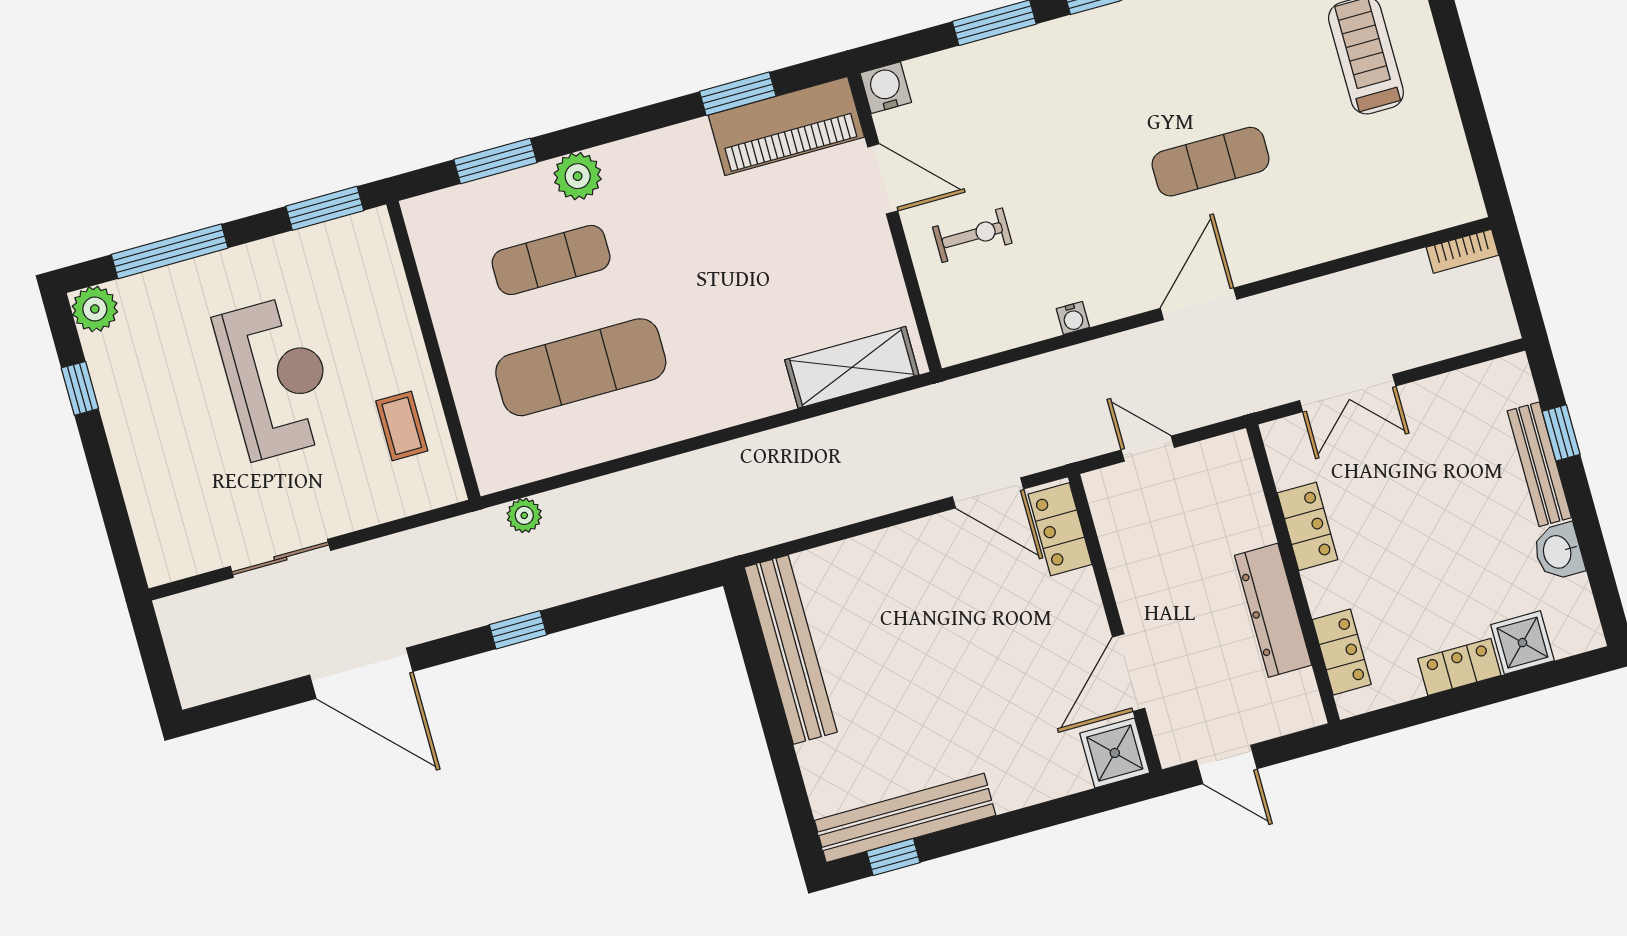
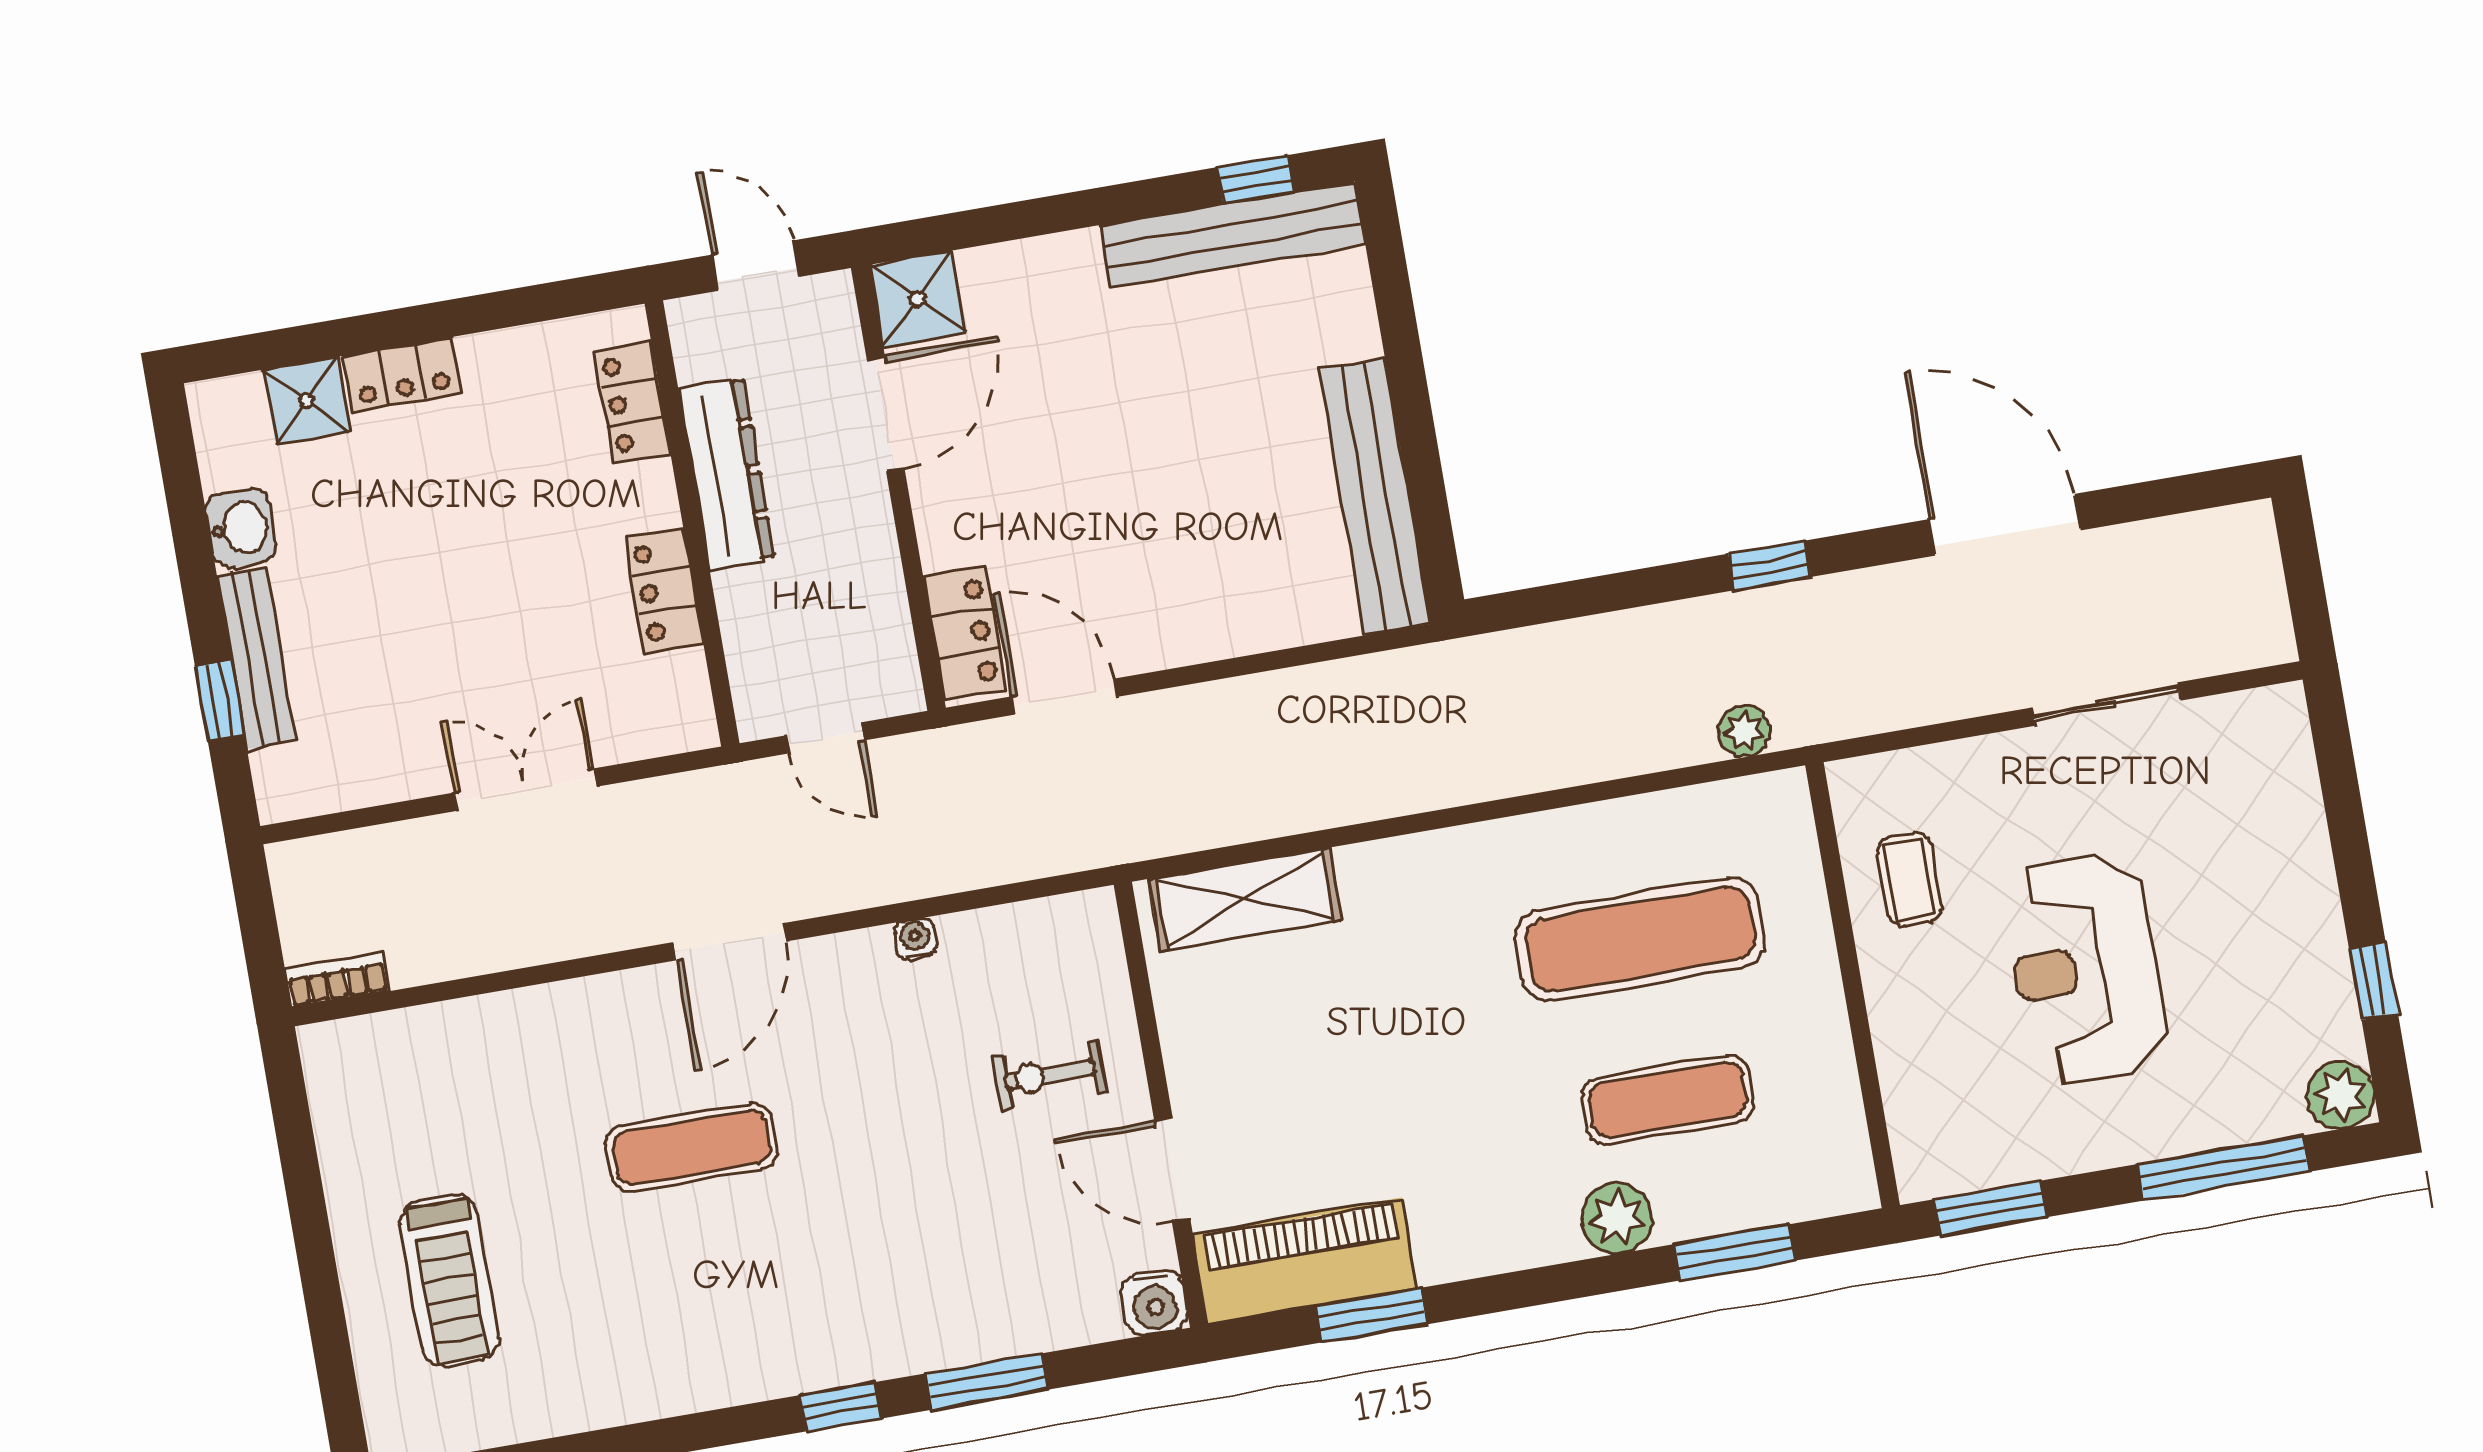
locker: (1307, 526) -> (664, 591), moved
wall: (1293, 574) -> (692, 523), moved
dresser: (1273, 610) -> (726, 473), moved
locker: (1342, 652) -> (632, 403), moved

